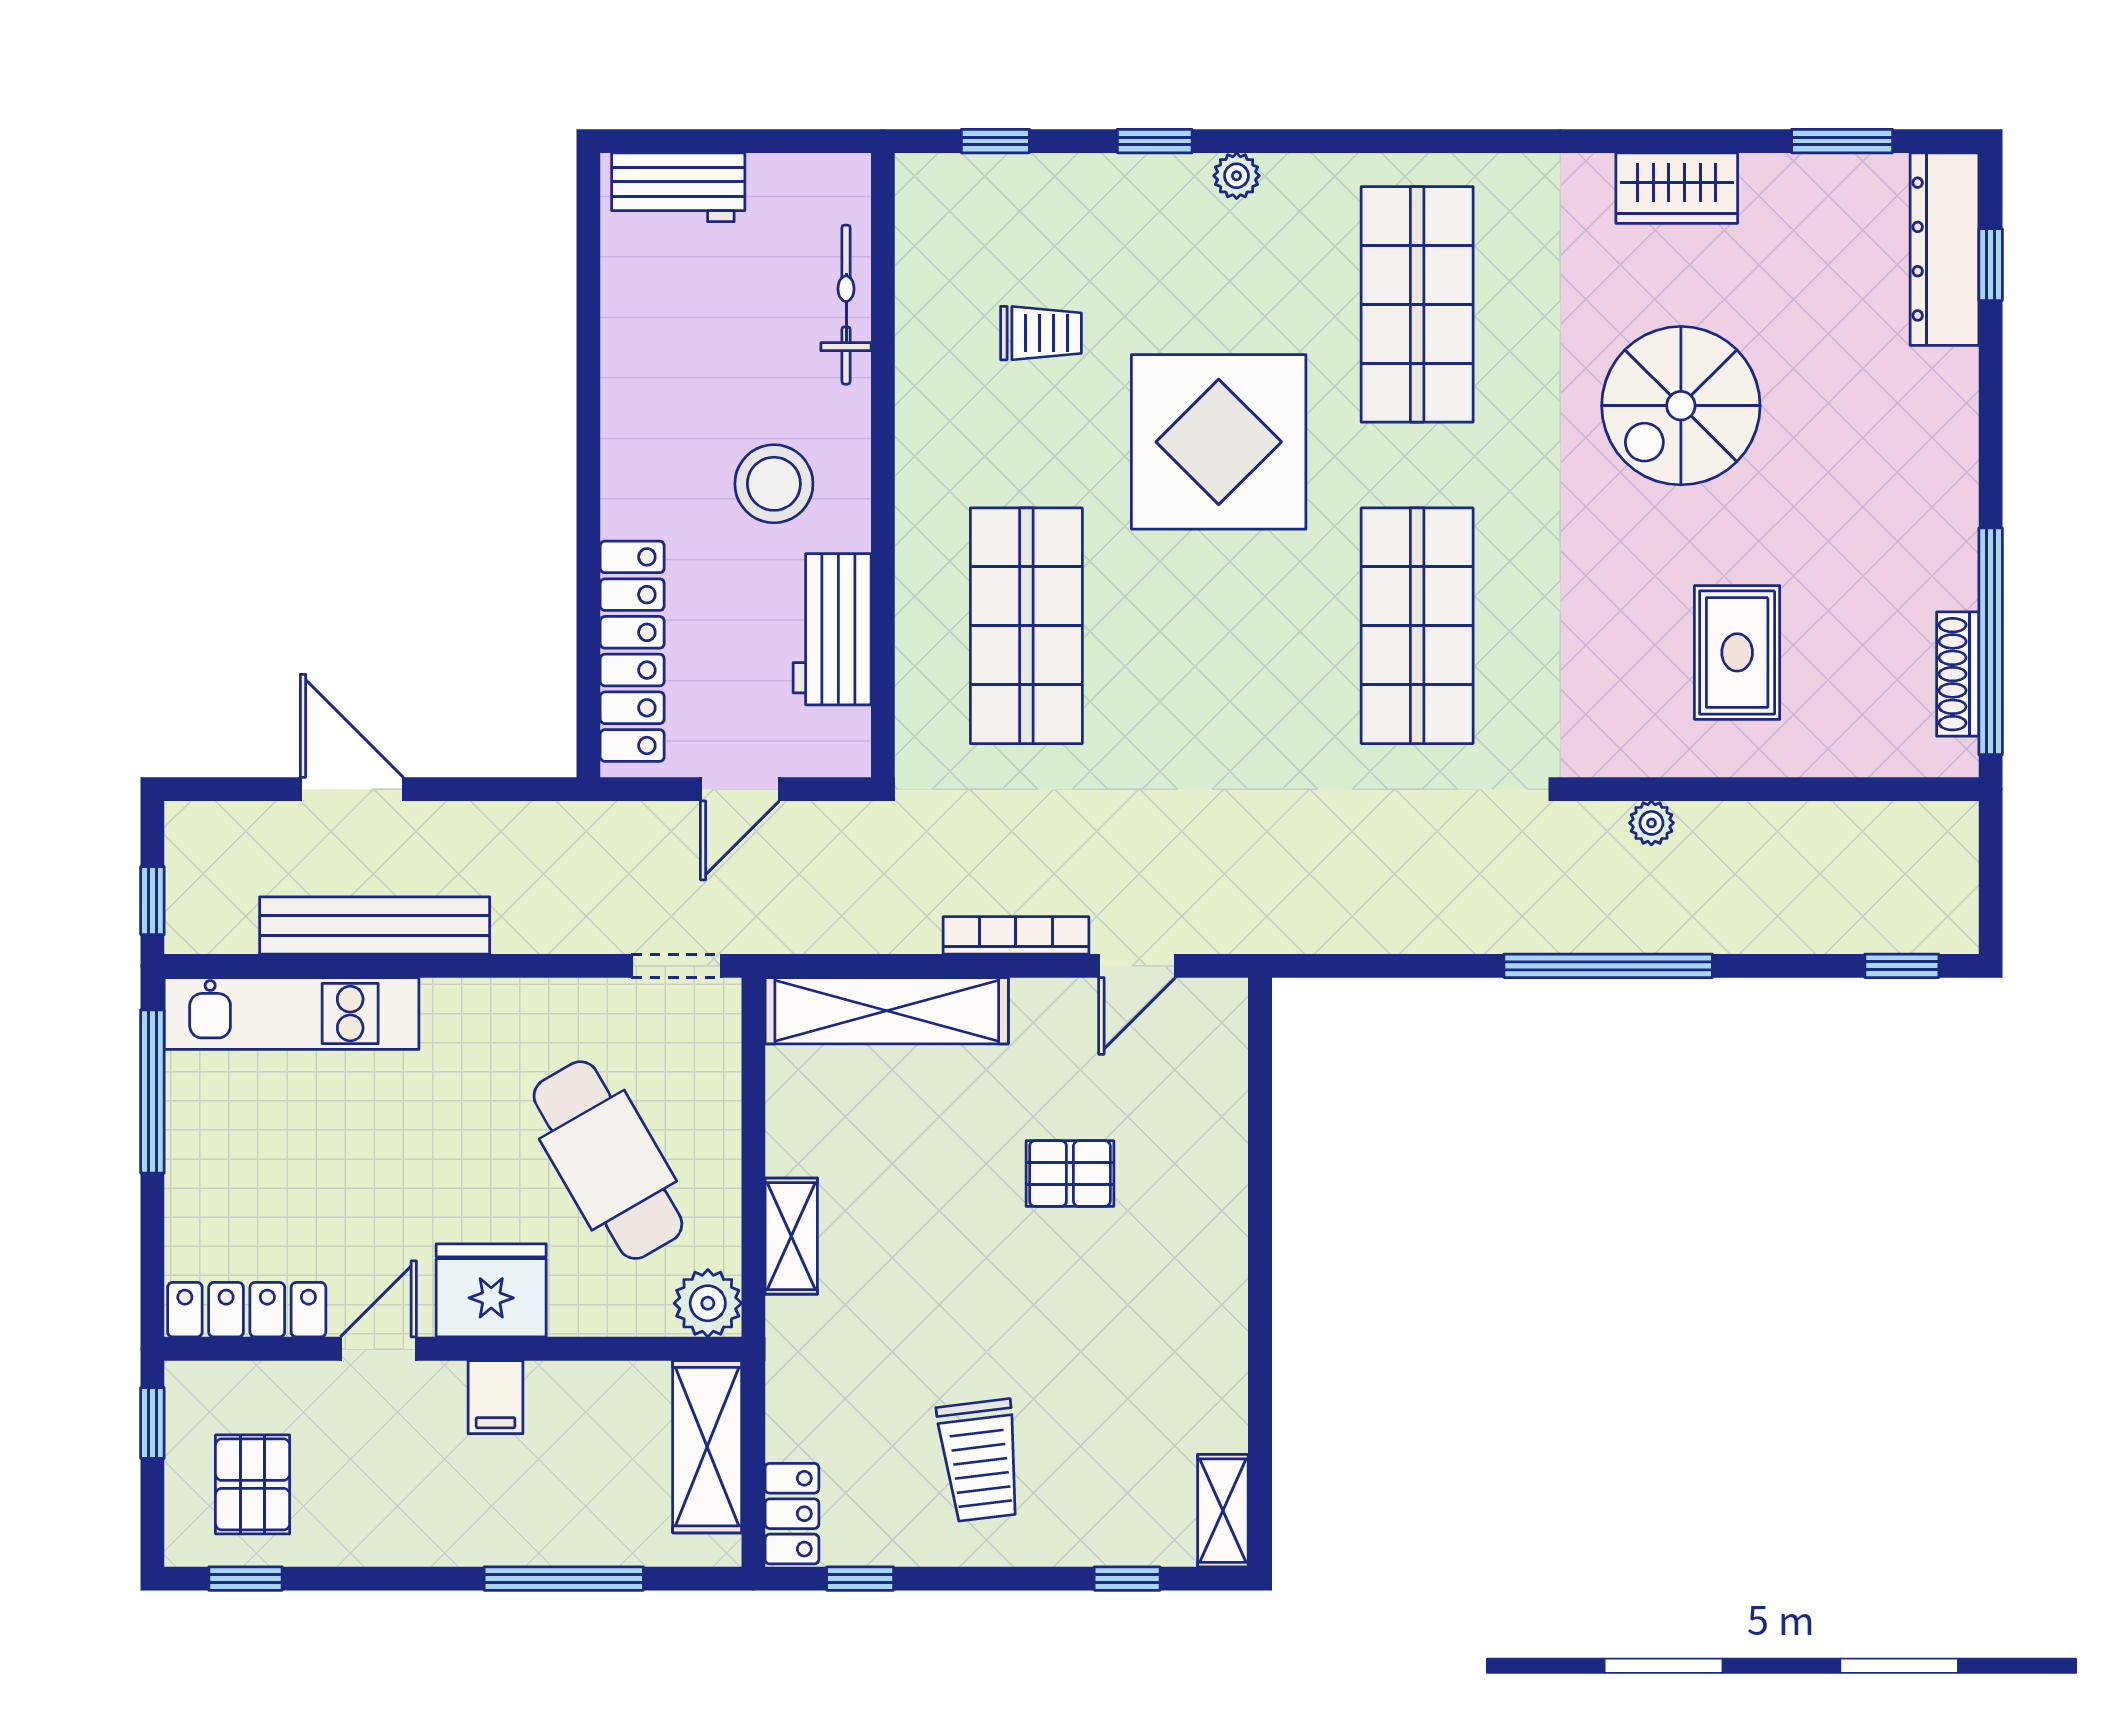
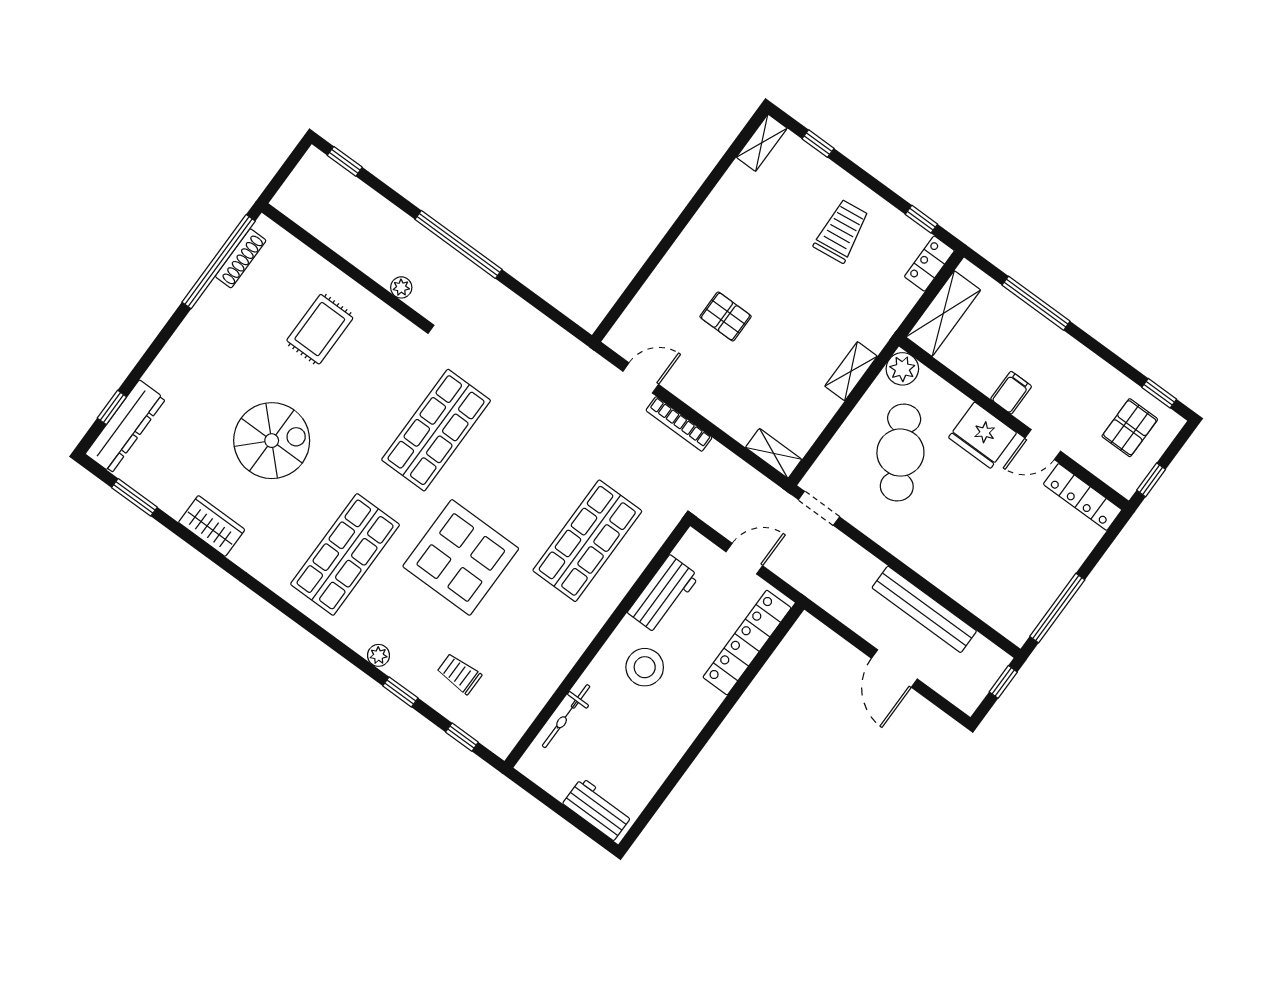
trolley: (1041, 333) -> (459, 674), moved
shelving: (887, 1011) -> (774, 453), width x0.45, depth x0.75
kitchen unit: (292, 1014) -> (981, 599), removed

